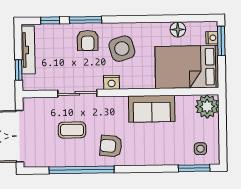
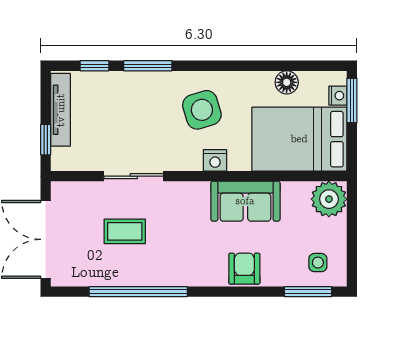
armchair: (88, 40) -> (151, 97), removed
nightstand: (112, 82) -> (215, 160), moved
armchair: (111, 146) -> (244, 269), moved, turned 84

